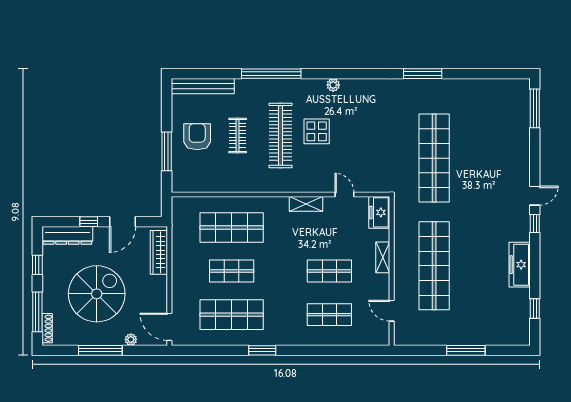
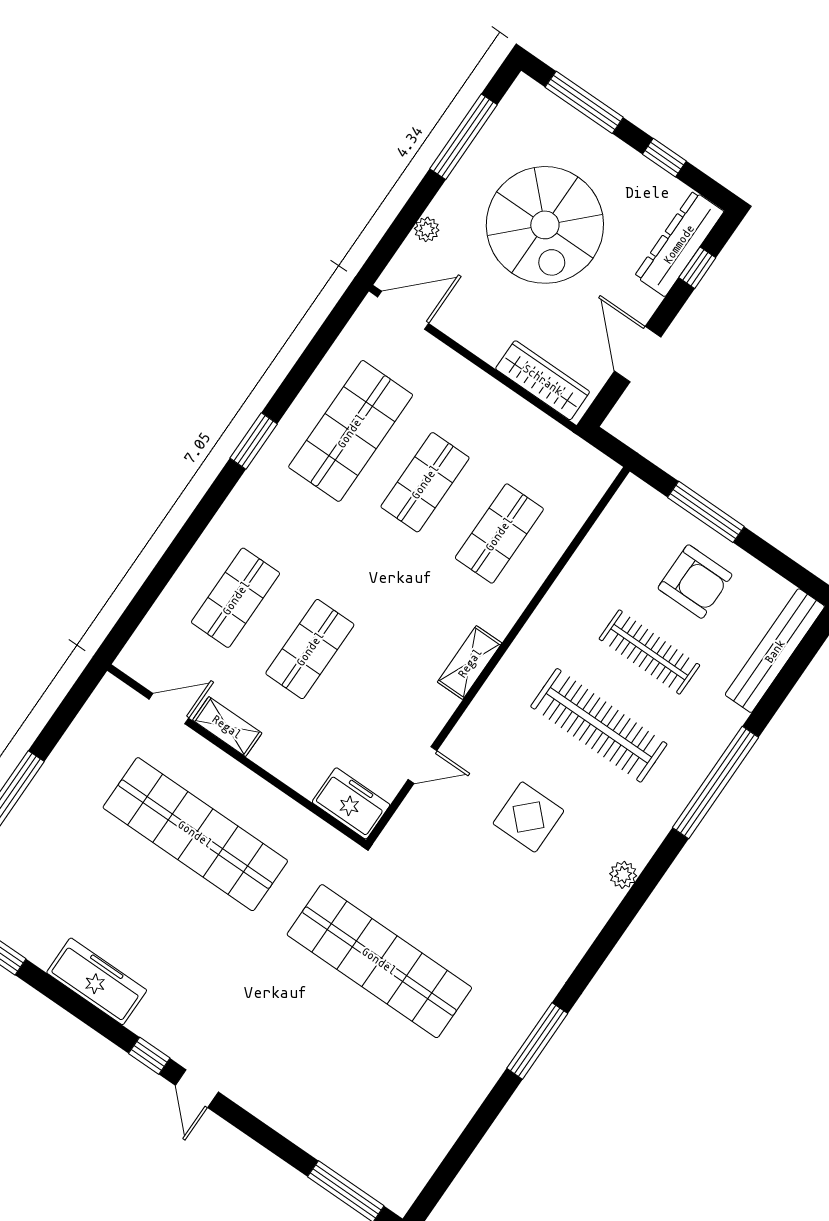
display table: (317, 131) -> (528, 817), moved
clothes rail: (238, 135) -> (649, 652), width x1.36
shelving: (306, 204) -> (470, 663), moved
window: (89, 222) -> (697, 268), moved
shop shelf: (232, 227) -> (499, 534), width x0.70, depth x0.74
shelving: (383, 257) -> (227, 727), moved
shoe rack: (47, 328) -> (545, 100), removed
window: (100, 350) -> (464, 137), moved

